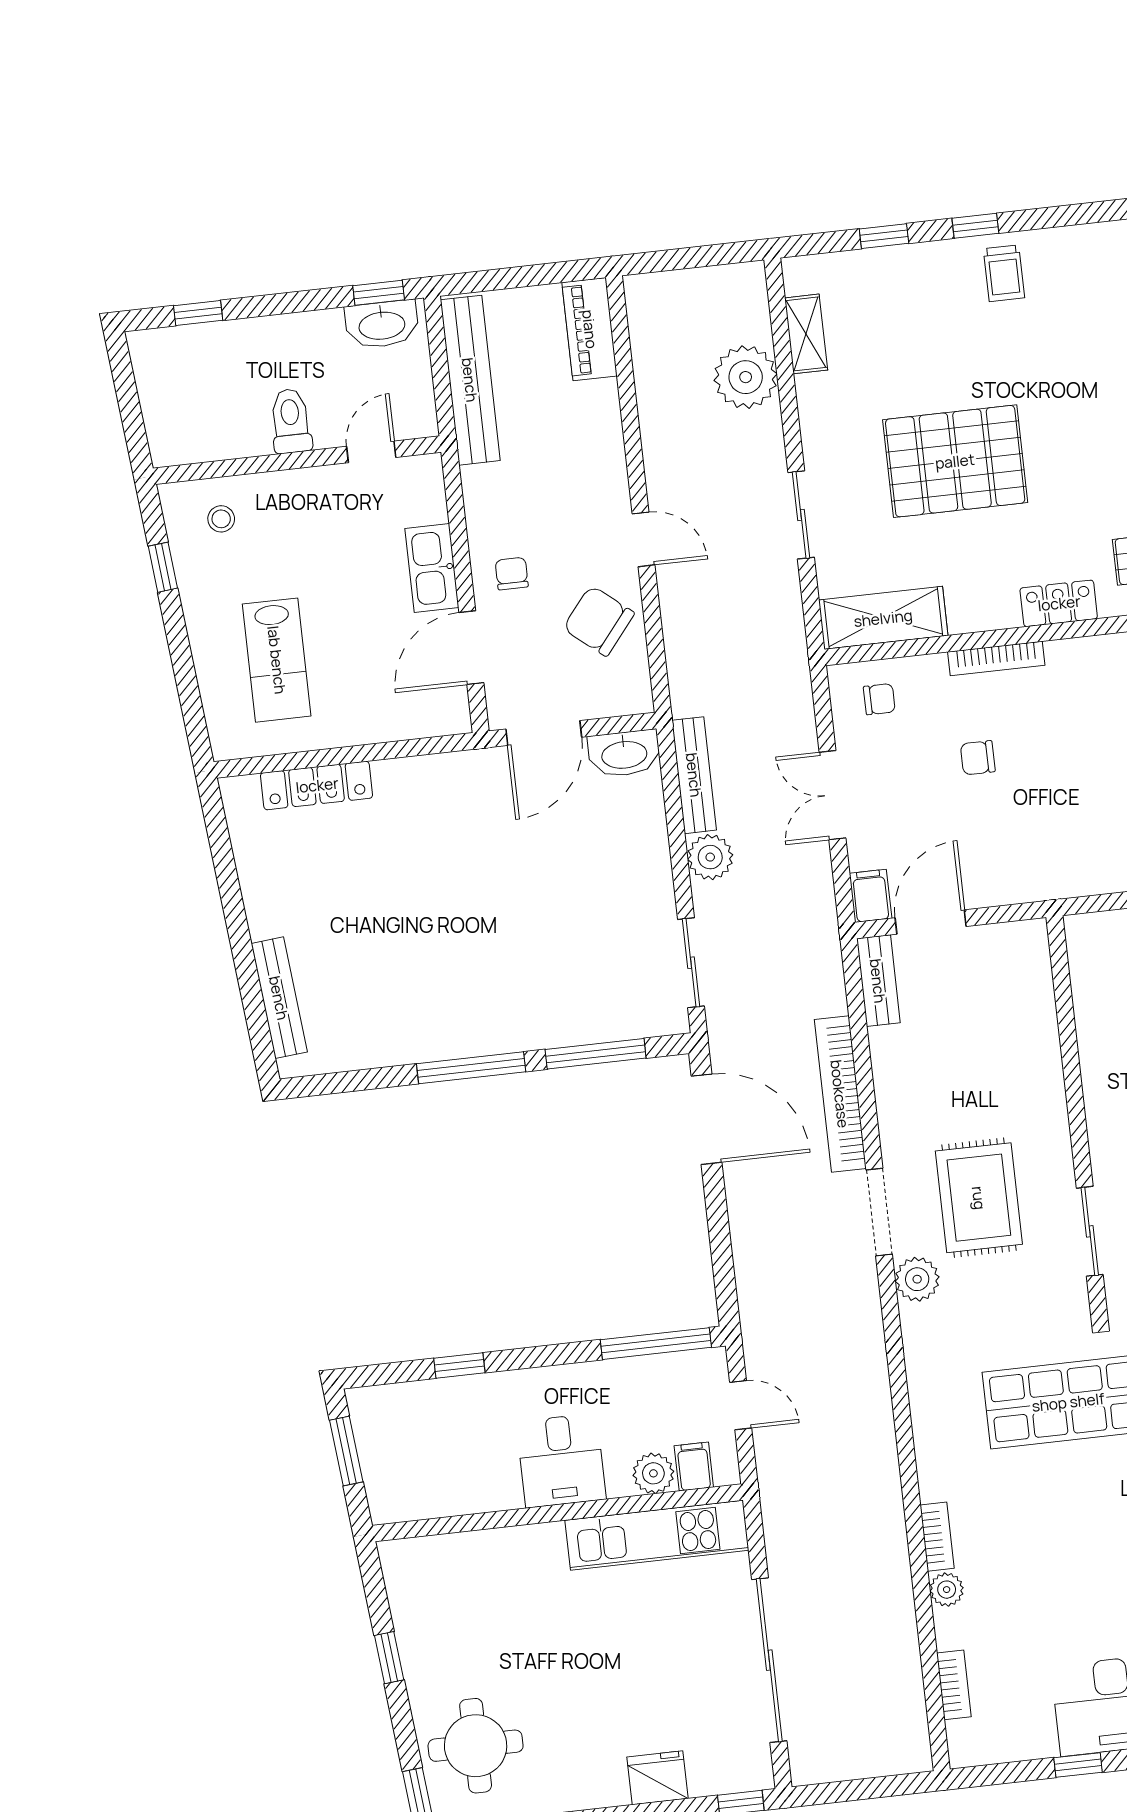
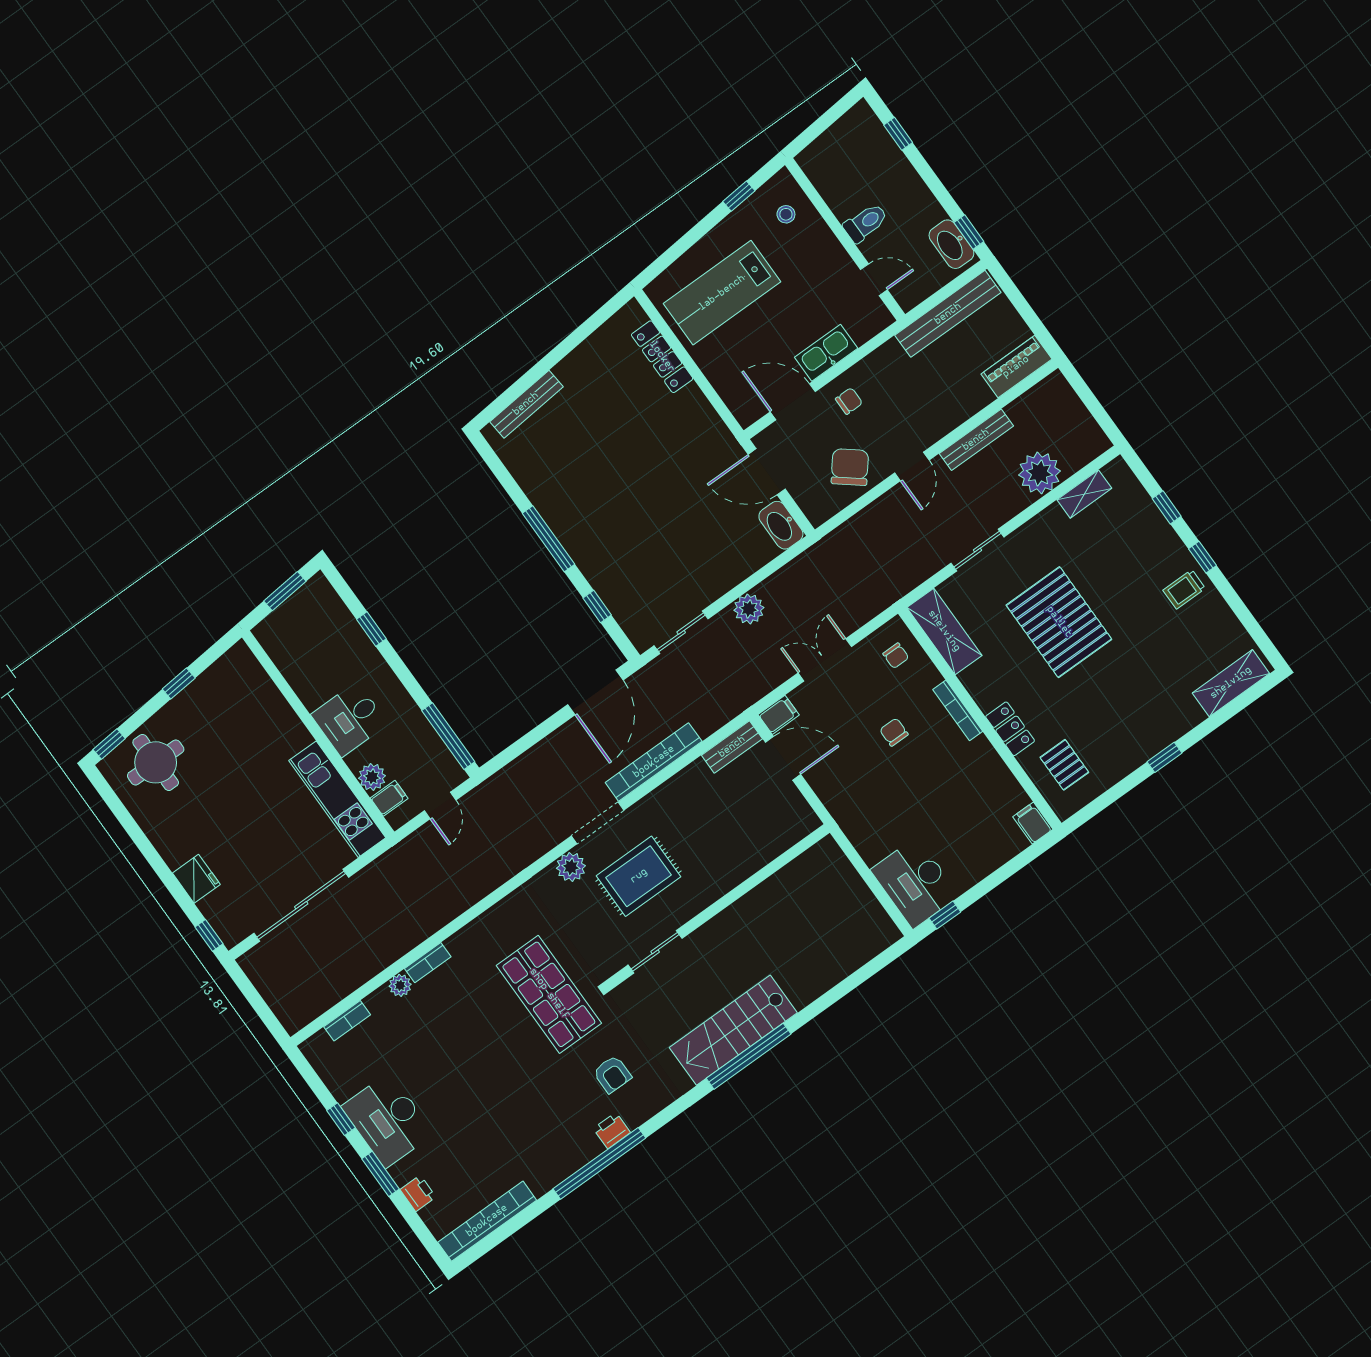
lab bench: (277, 660) -> (722, 293), width x1.36, depth x1.39
bench: (694, 775) -> (976, 440), moved
window: (596, 1054) -> (597, 607), width x0.46

